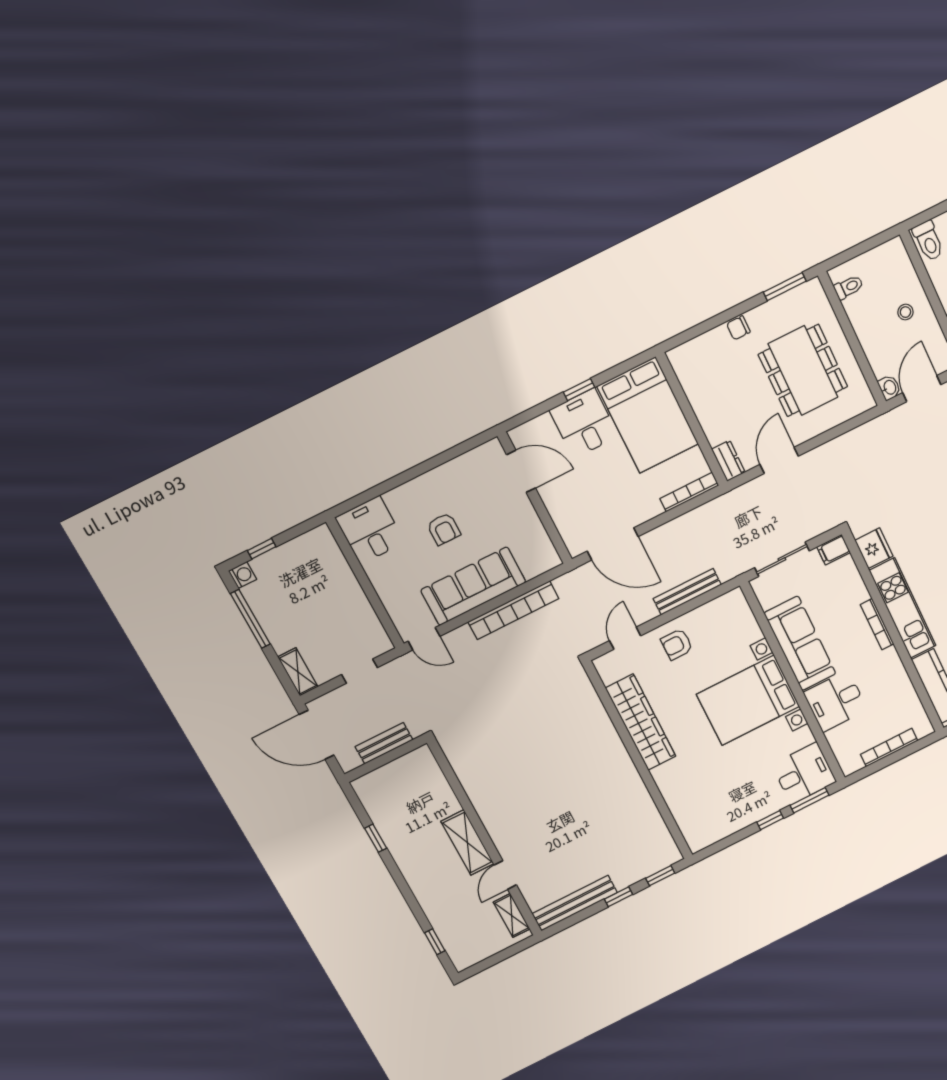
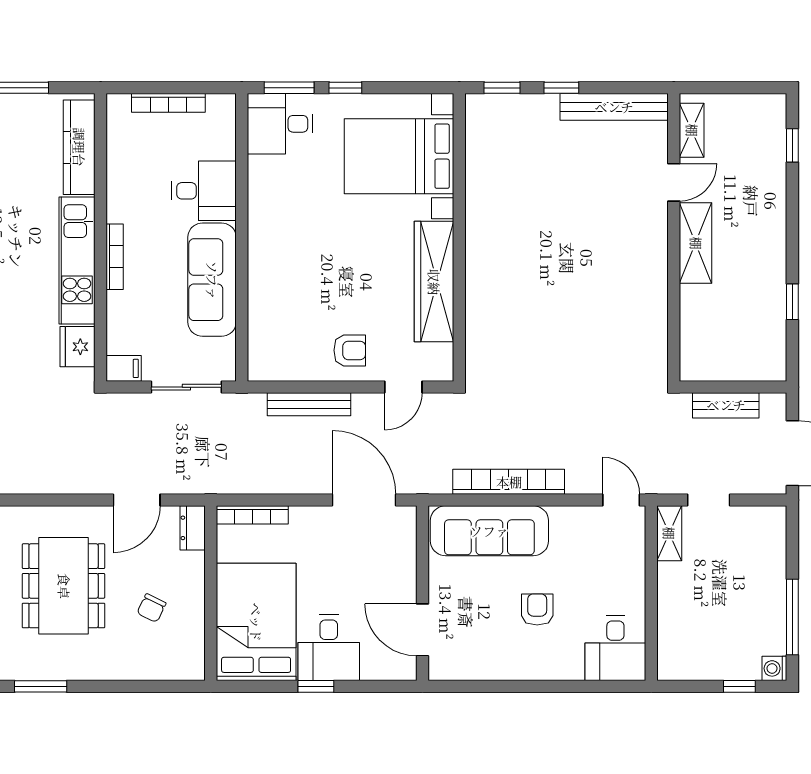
chair: (738, 328) -> (151, 608), moved, turned 116
sofa: (473, 586) -> (489, 531), moved
shelving: (298, 672) -> (669, 533), moved
bed with nightstands: (748, 700) -> (399, 156), moved, turned 180

